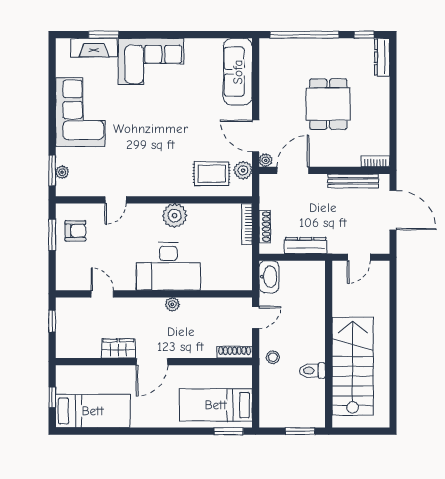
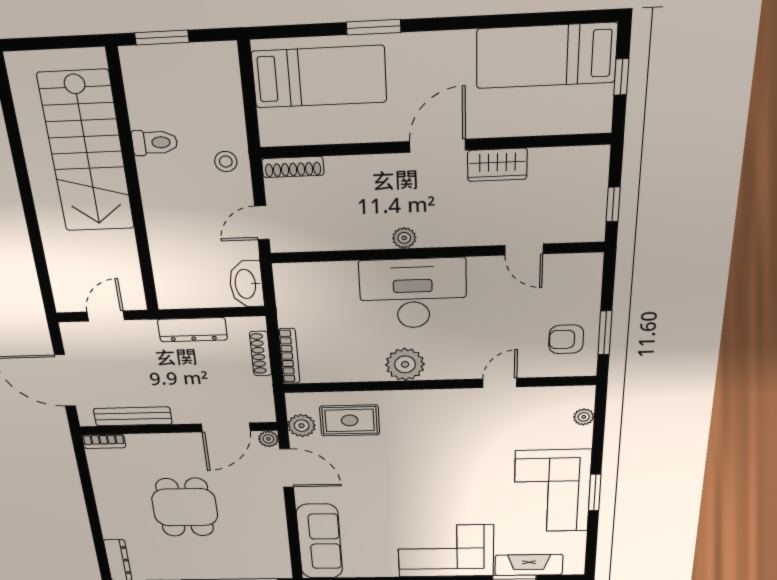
window: (52, 171) -> (595, 493), moved
window: (229, 431) -> (374, 27), moved

